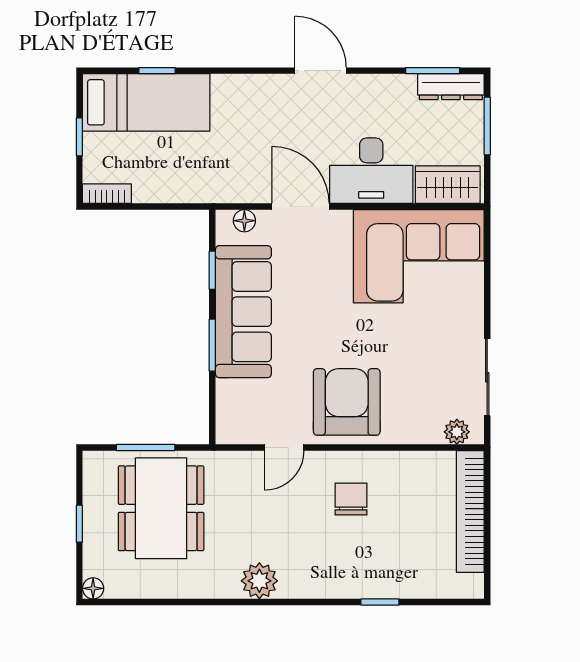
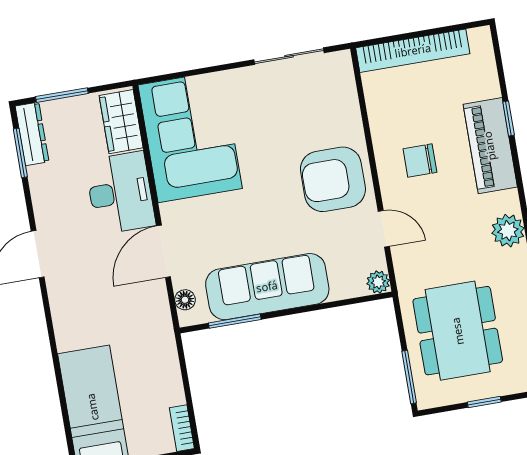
window: (157, 71) -> (63, 402), removed
window: (212, 270) -> (235, 321), width x1.50
window: (212, 345) -> (302, 310), removed
plant: (457, 432) -> (378, 282), moved
window: (146, 448) -> (409, 377), moved
dining table: (161, 508) -> (458, 331), turned 90
piano: (354, 577) -> (490, 146), added

